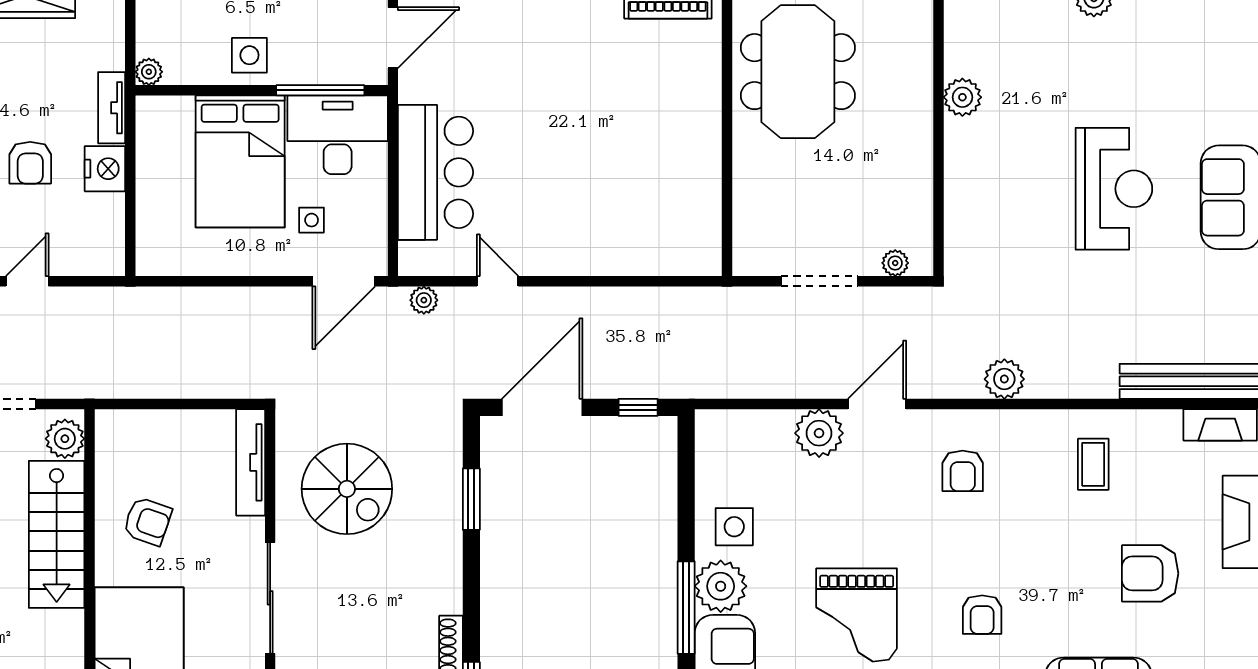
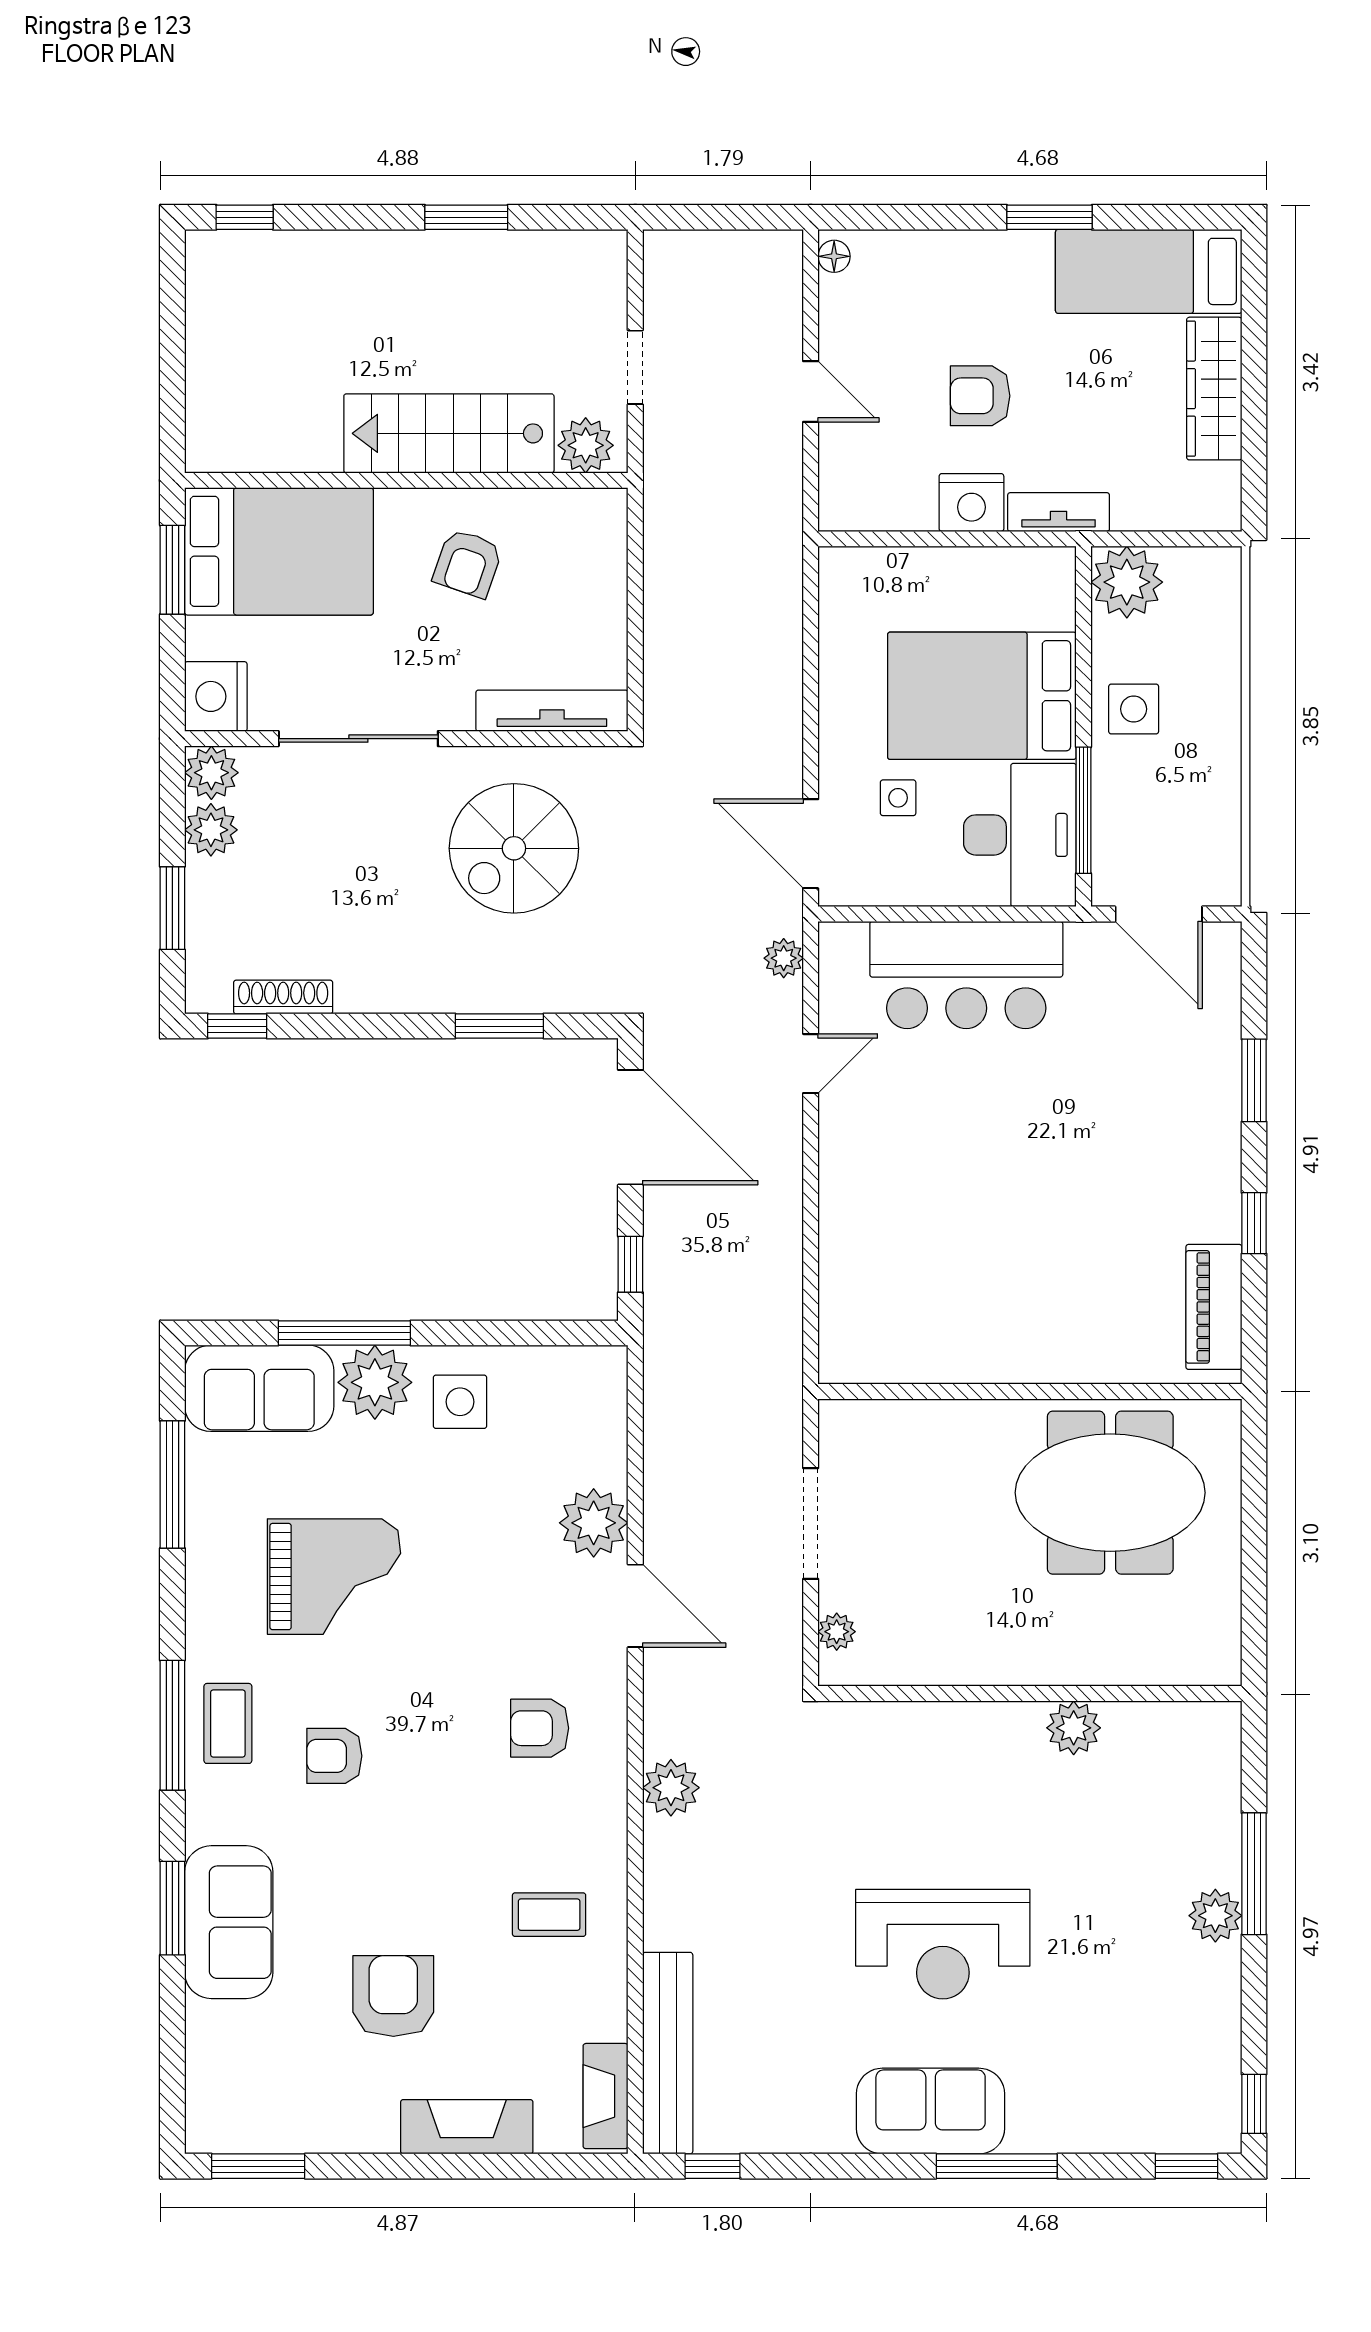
plant: (149, 72) -> (1127, 582), width x1.87, depth x1.87
grand piano: (857, 615) -> (334, 1577), turned 180

